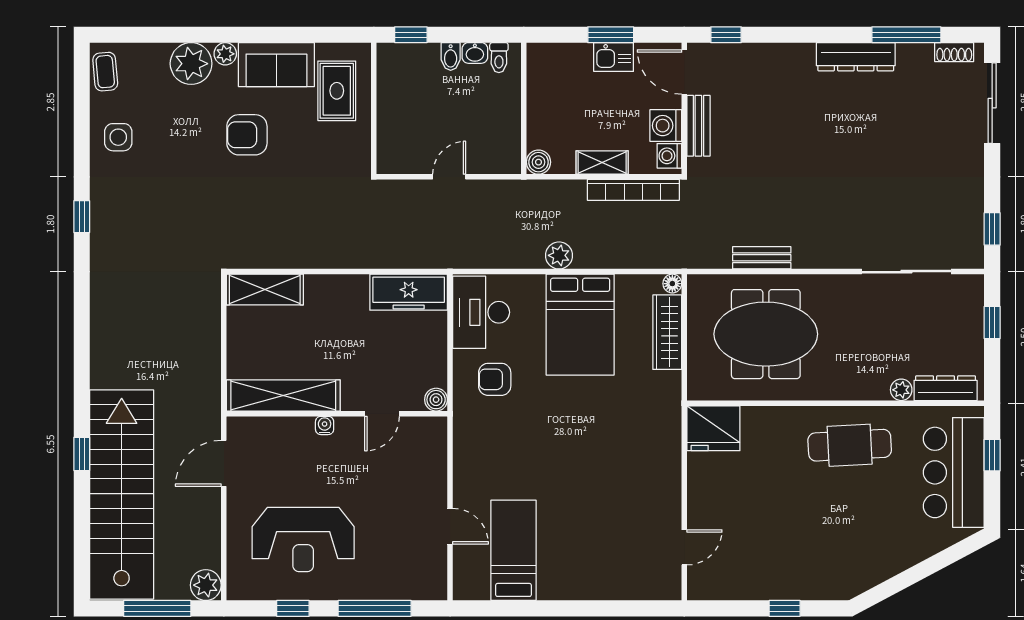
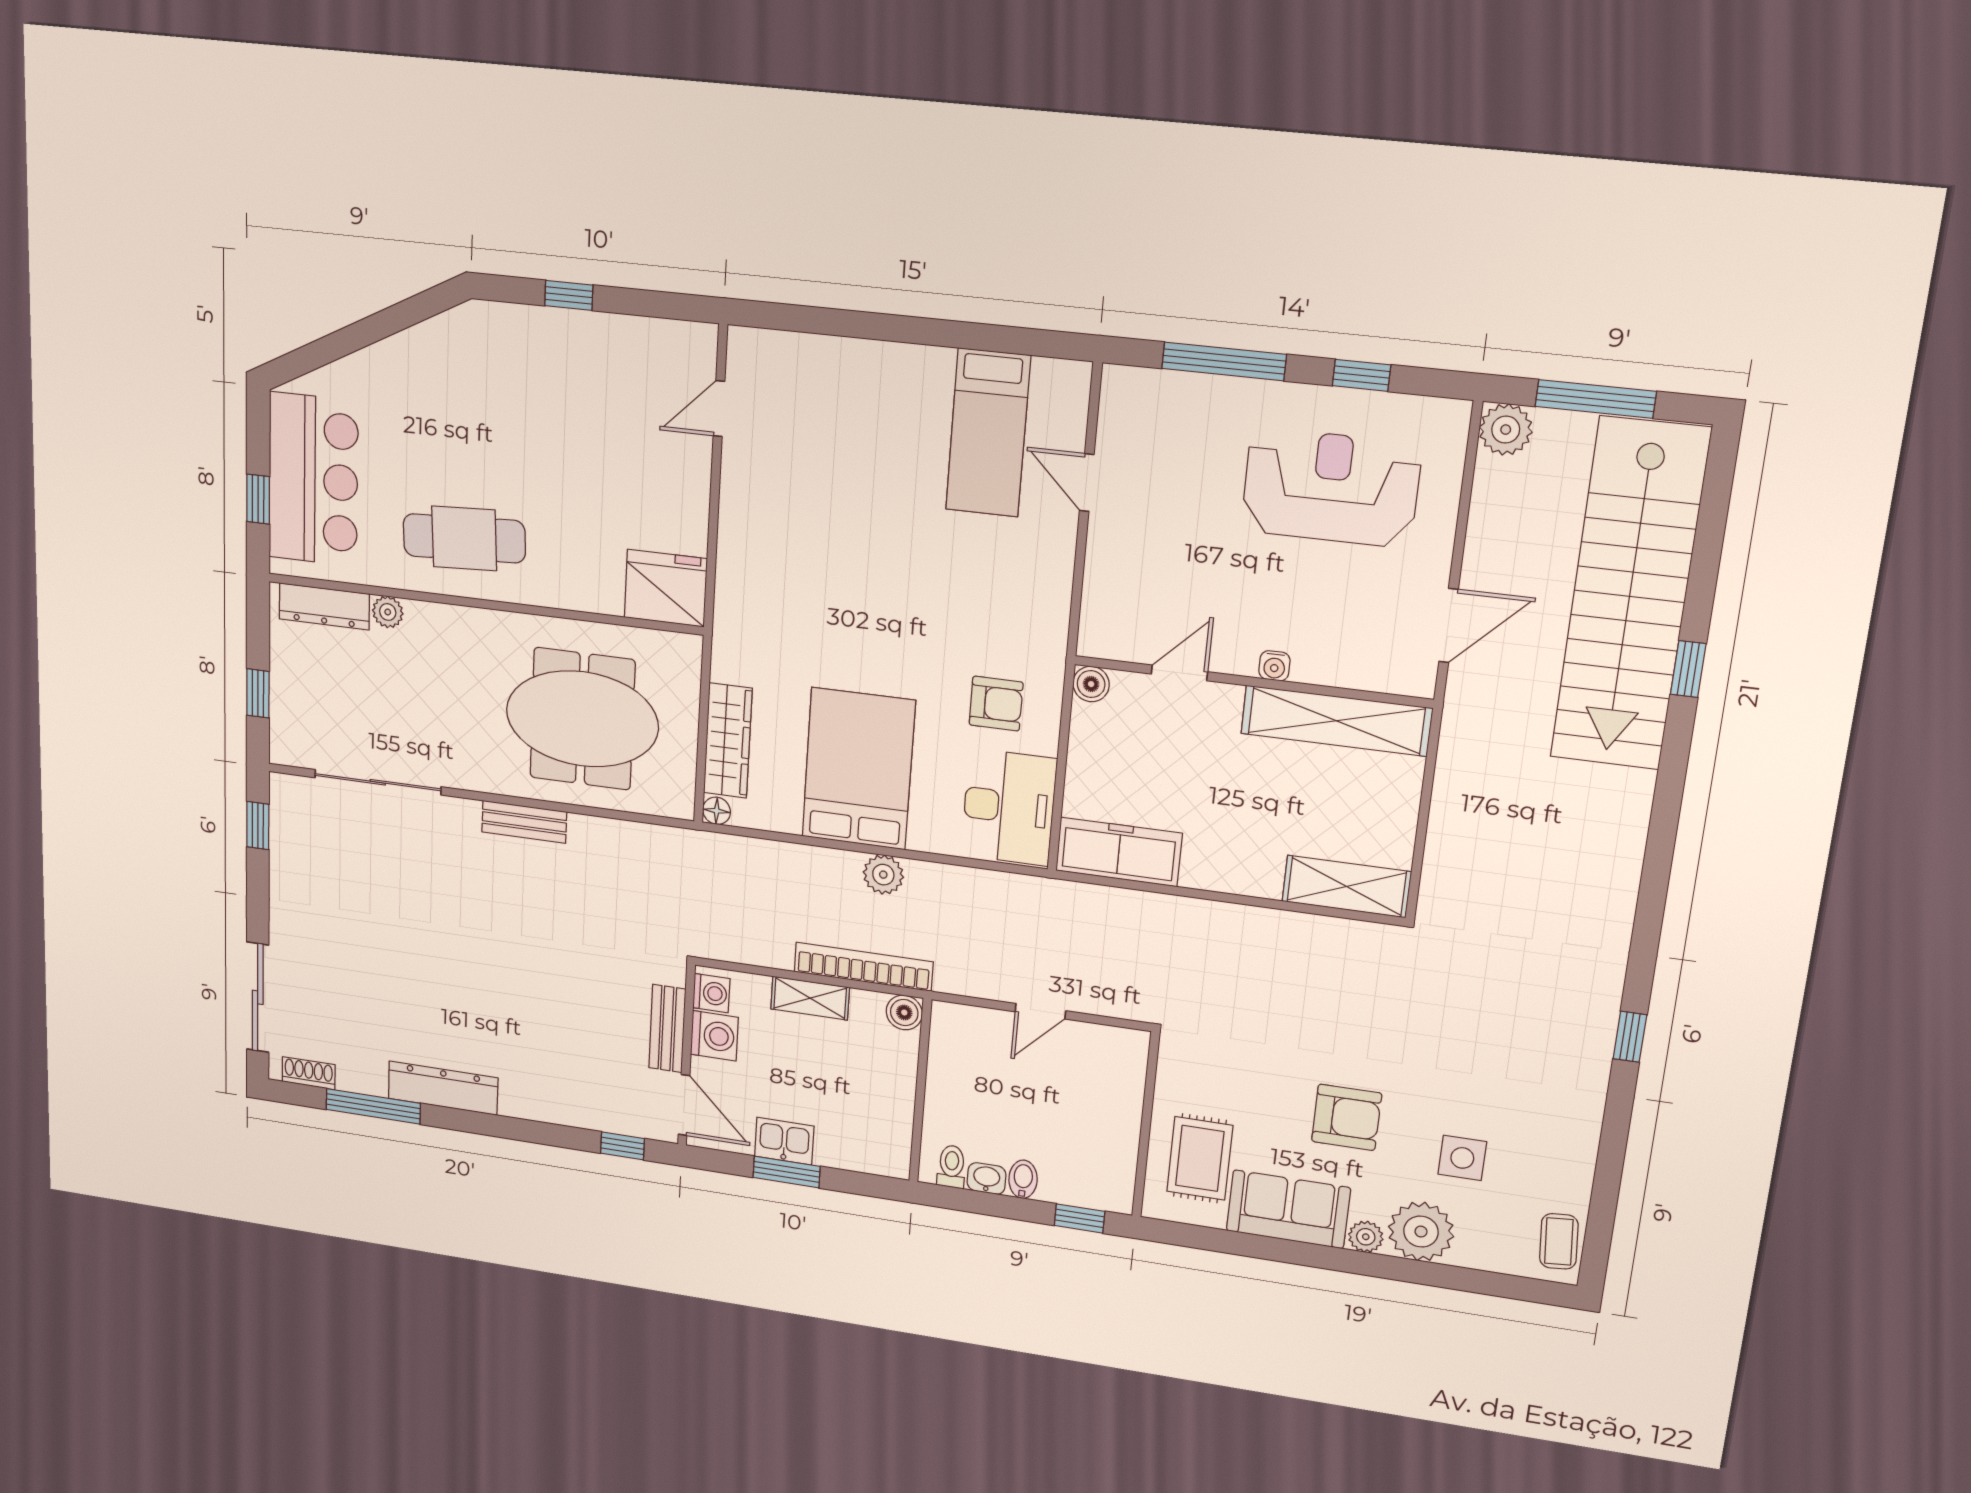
side table: (118, 137) -> (1462, 1158), moved
bookcase: (633, 190) -> (863, 967), moved
bench: (762, 258) -> (524, 822), moved

